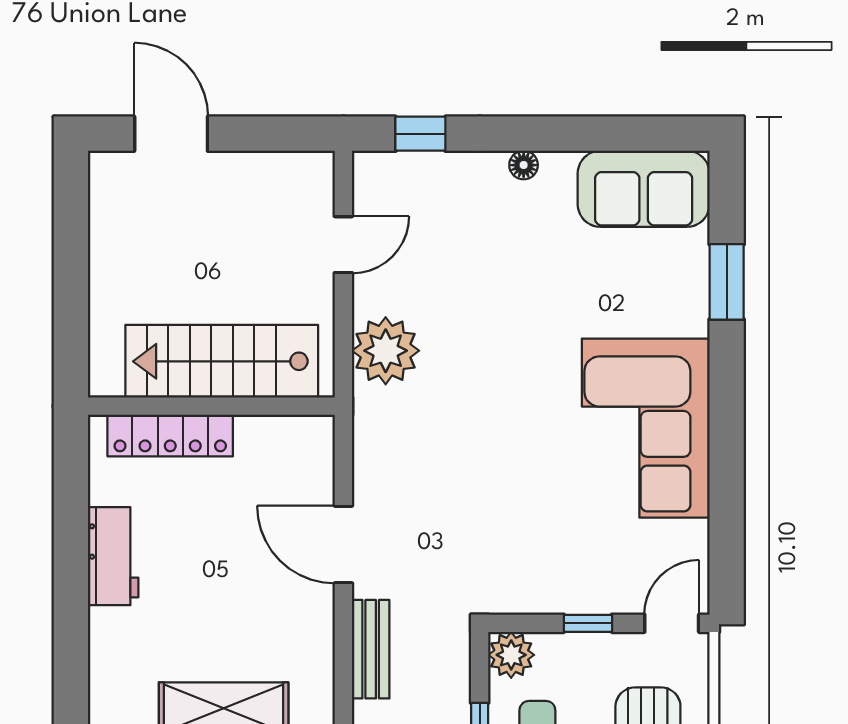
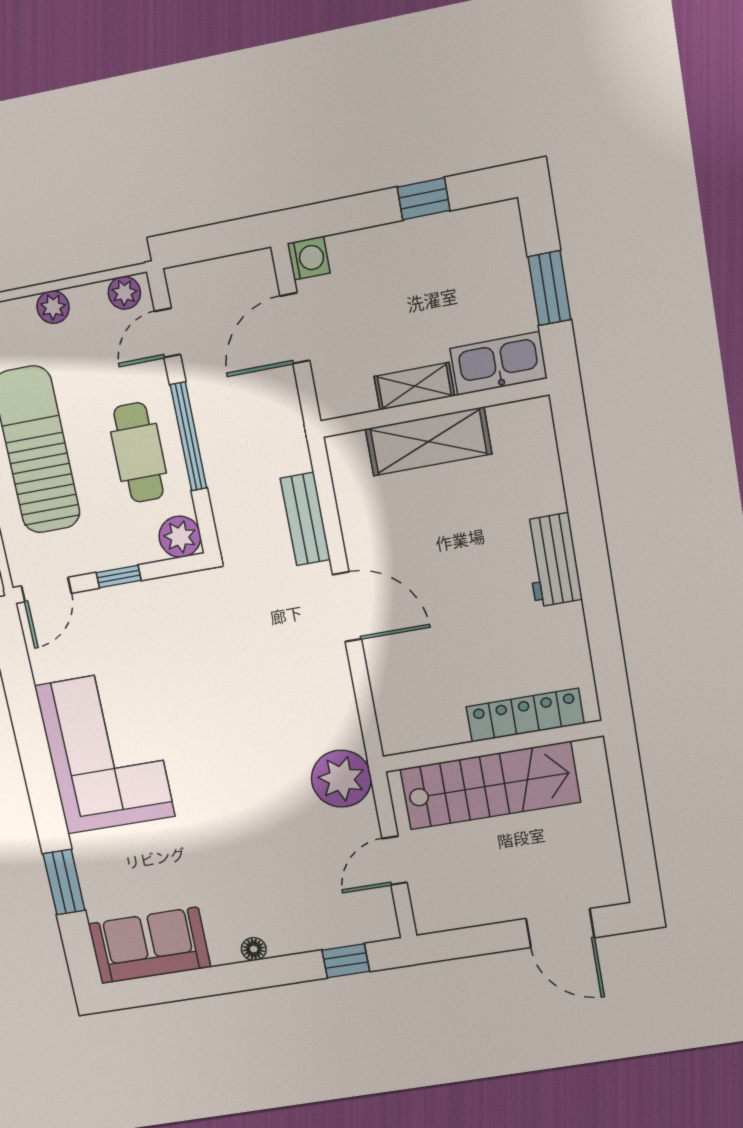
stairs: (222, 361) -> (490, 786), moved
wall: (211, 406) -> (493, 746), moved
locker: (170, 435) -> (525, 715), moved

